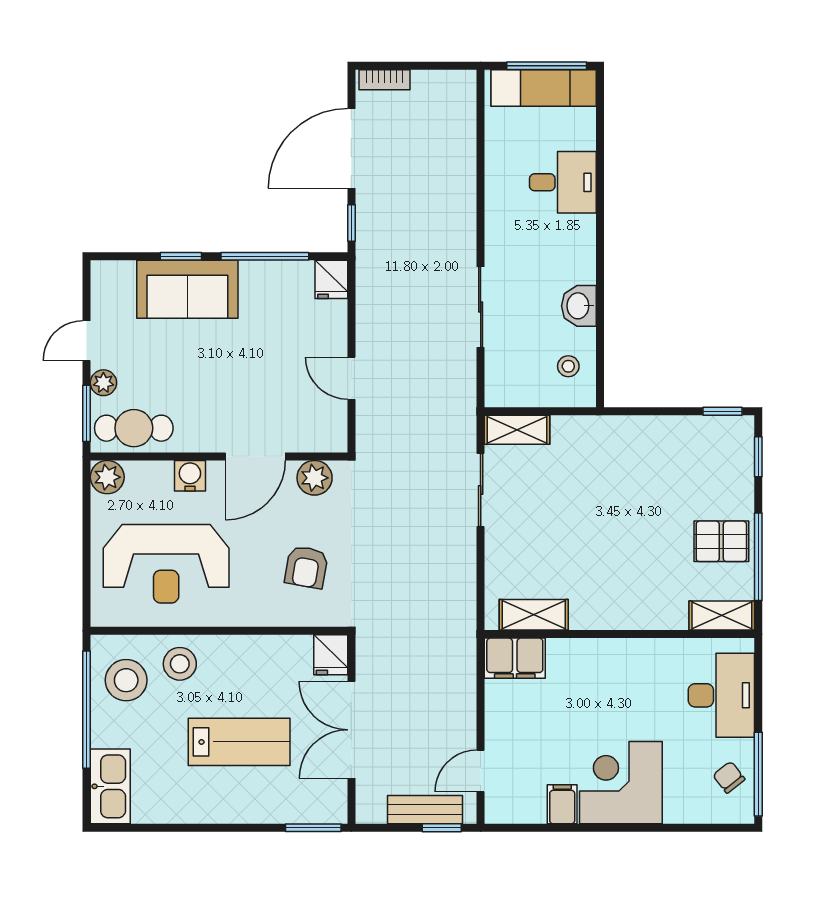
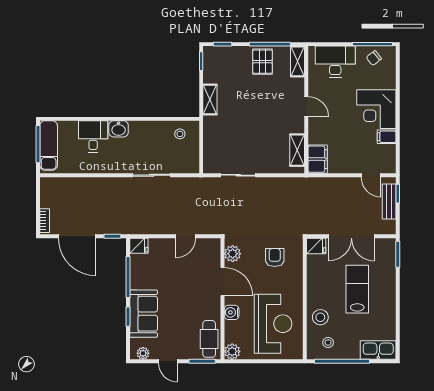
washbasin: (579, 306) -> (119, 129), moved
plant: (103, 383) -> (143, 353), moved
shelving: (517, 430) -> (210, 100), moved
armchair: (306, 567) -> (275, 258), turned -100
door: (626, 634) -> (306, 107), added
stool: (126, 680) -> (328, 343), width x0.53, depth x0.53

